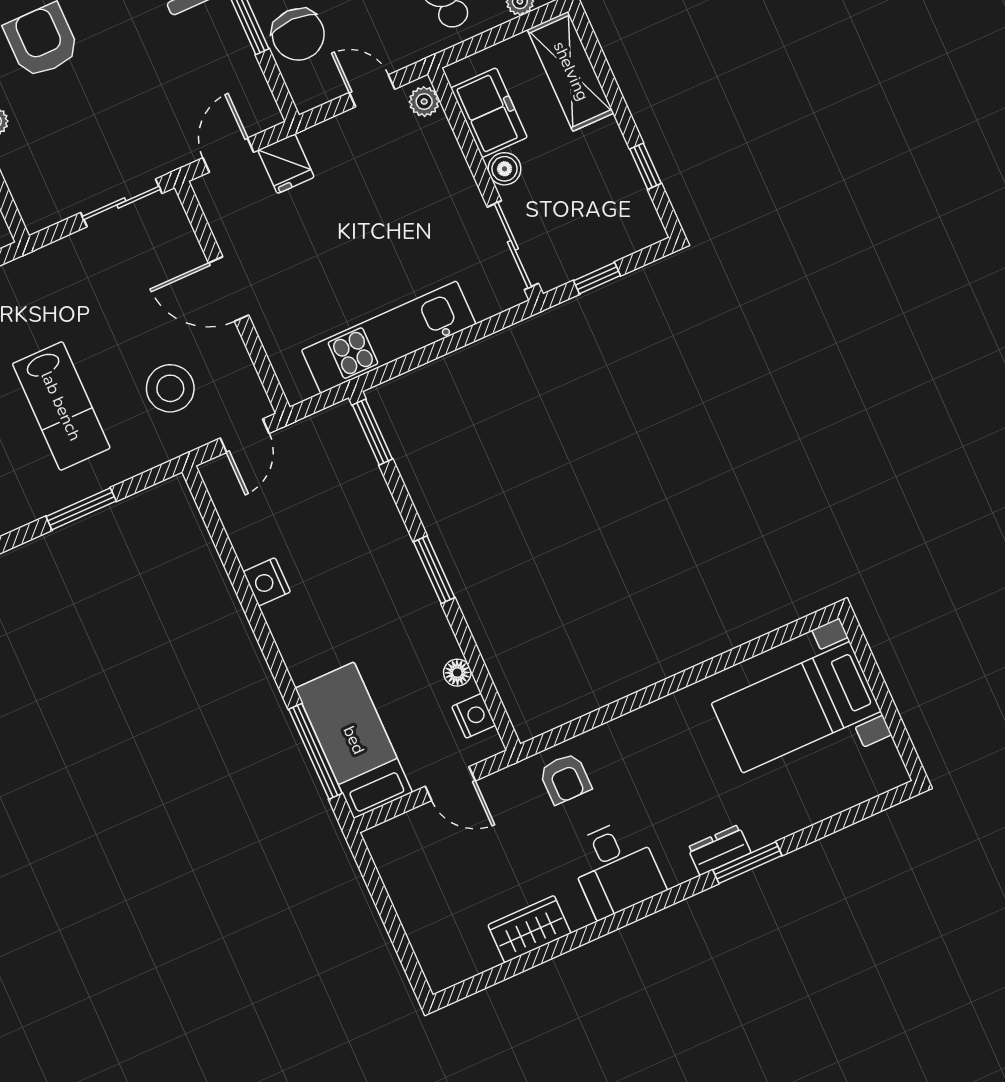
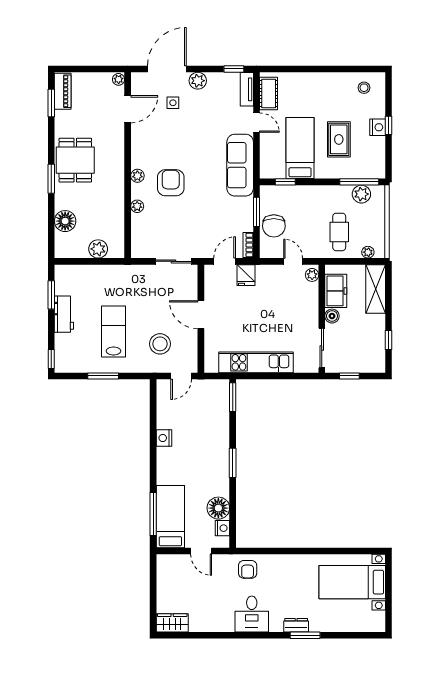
bookcase: (263, 99) -> (248, 245), added
lab bench: (61, 406) -> (113, 331), turned 180
floor lamp: (457, 673) -> (218, 508), width x1.89, depth x1.89
wardrobe: (529, 929) -> (172, 623), moved

